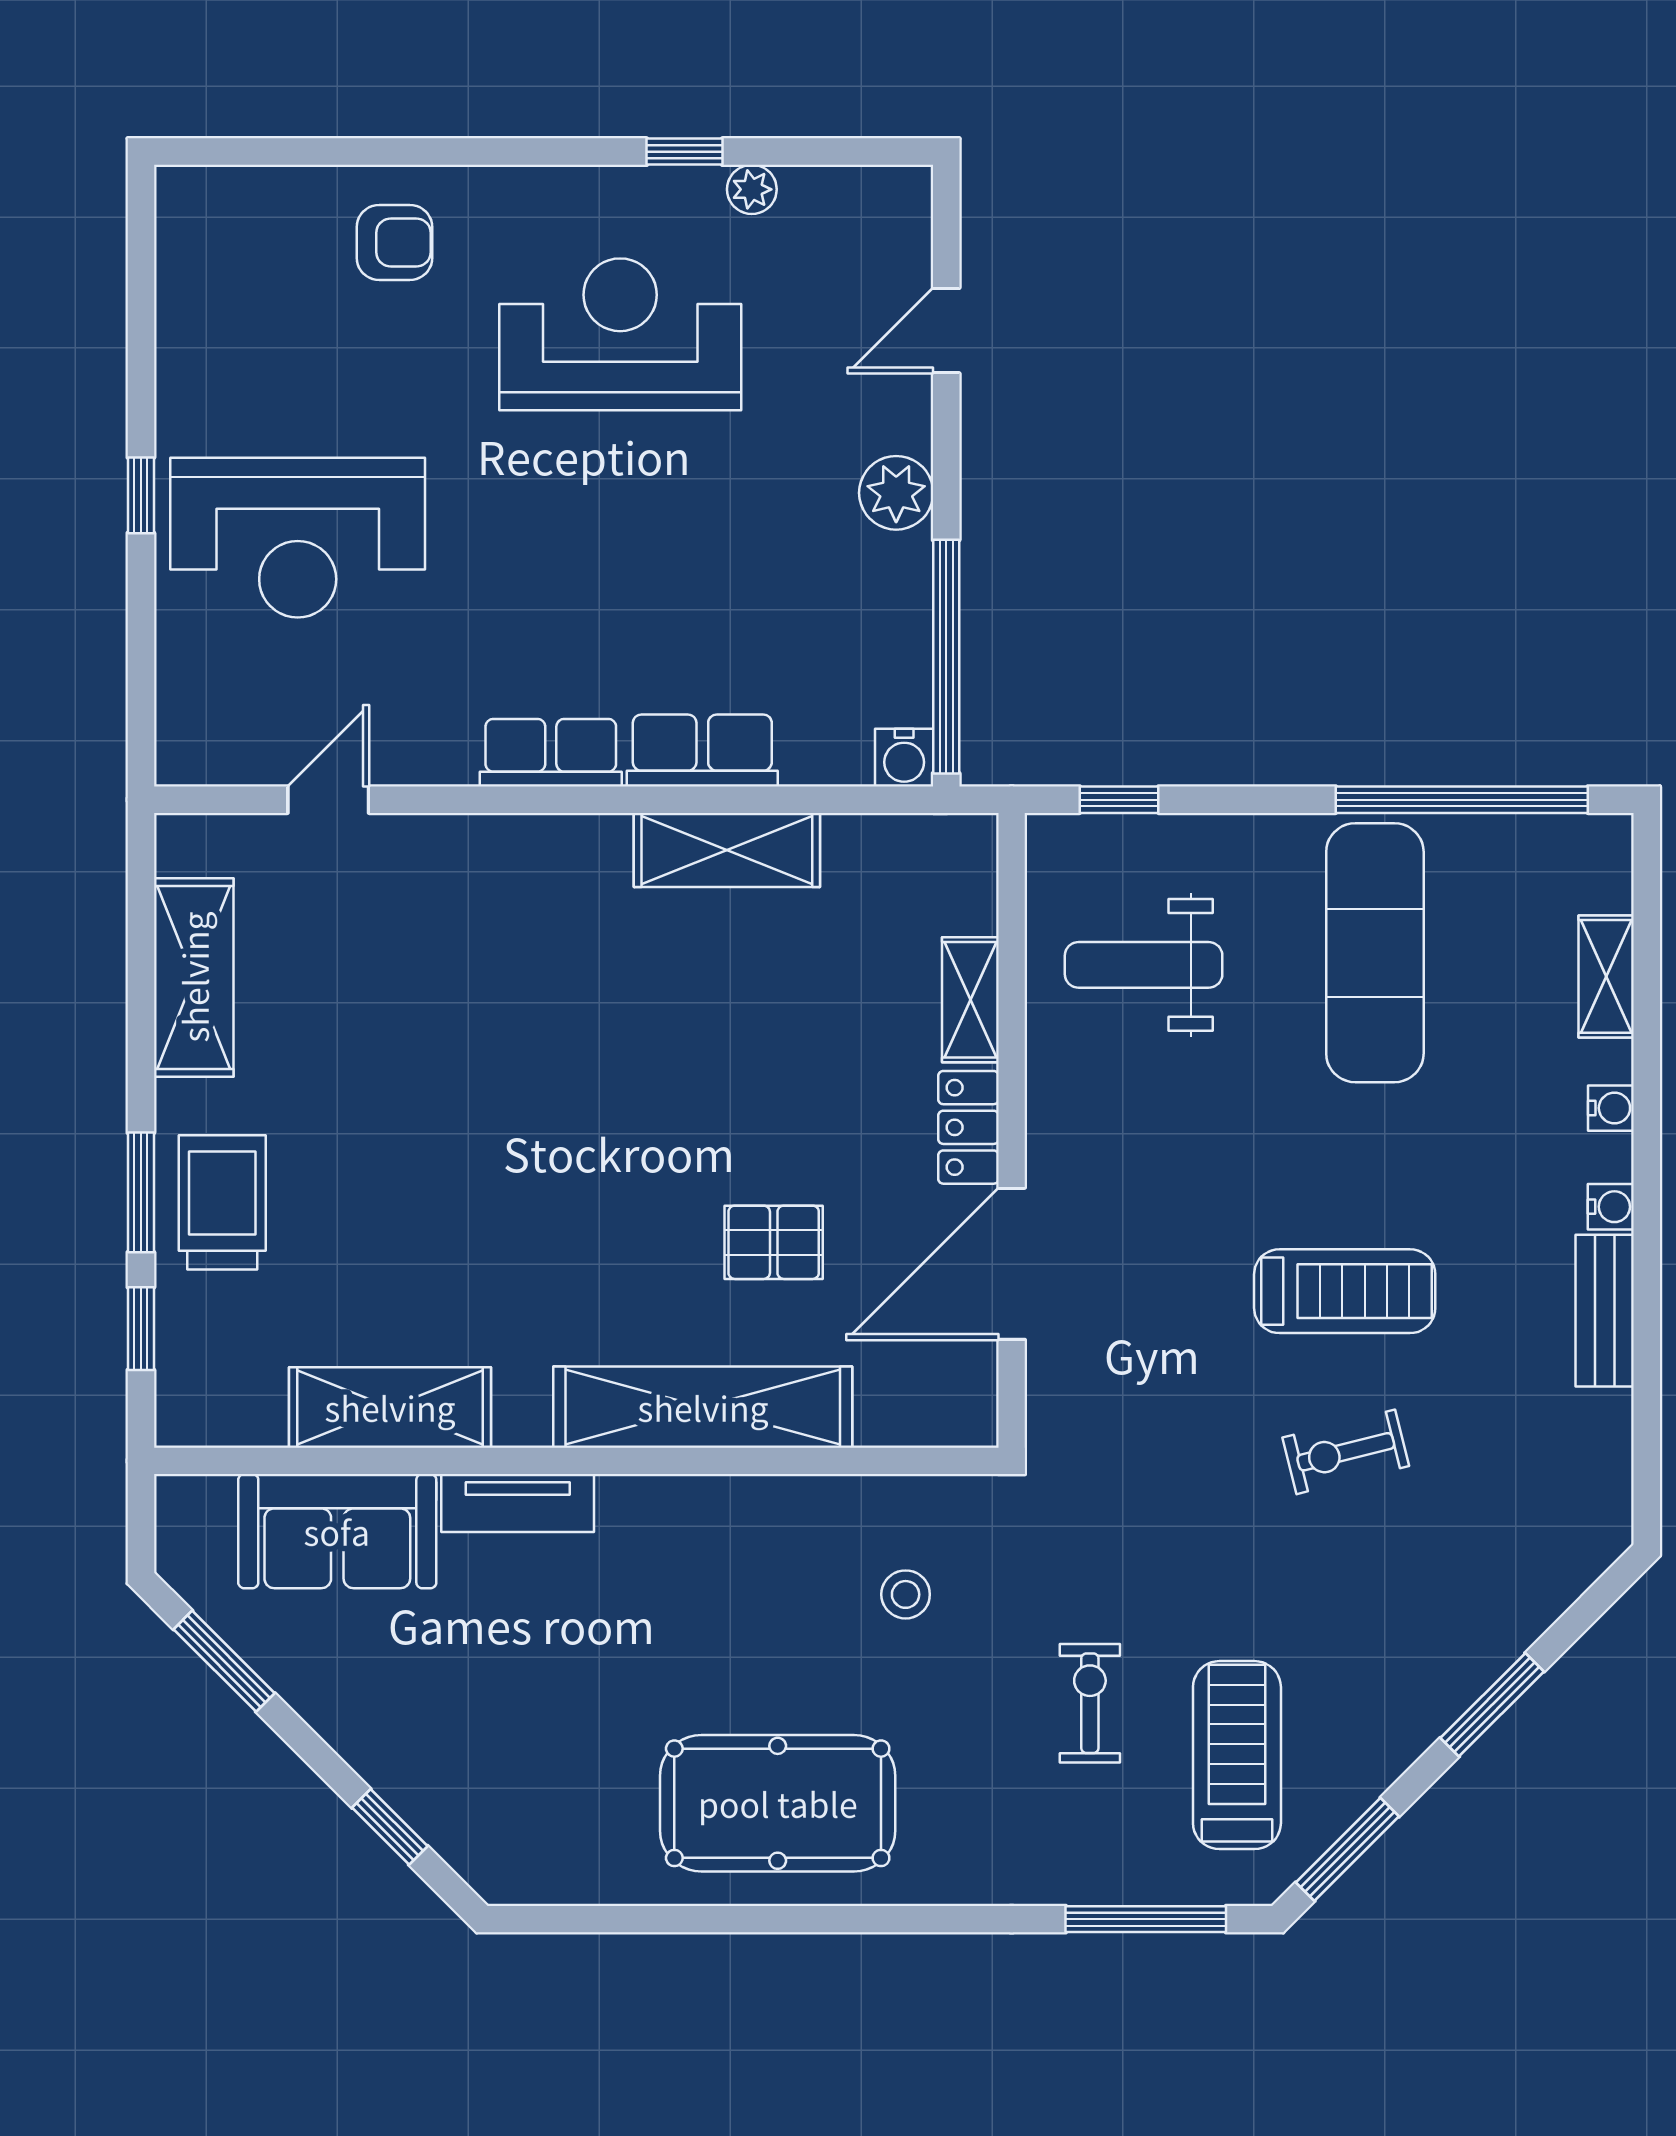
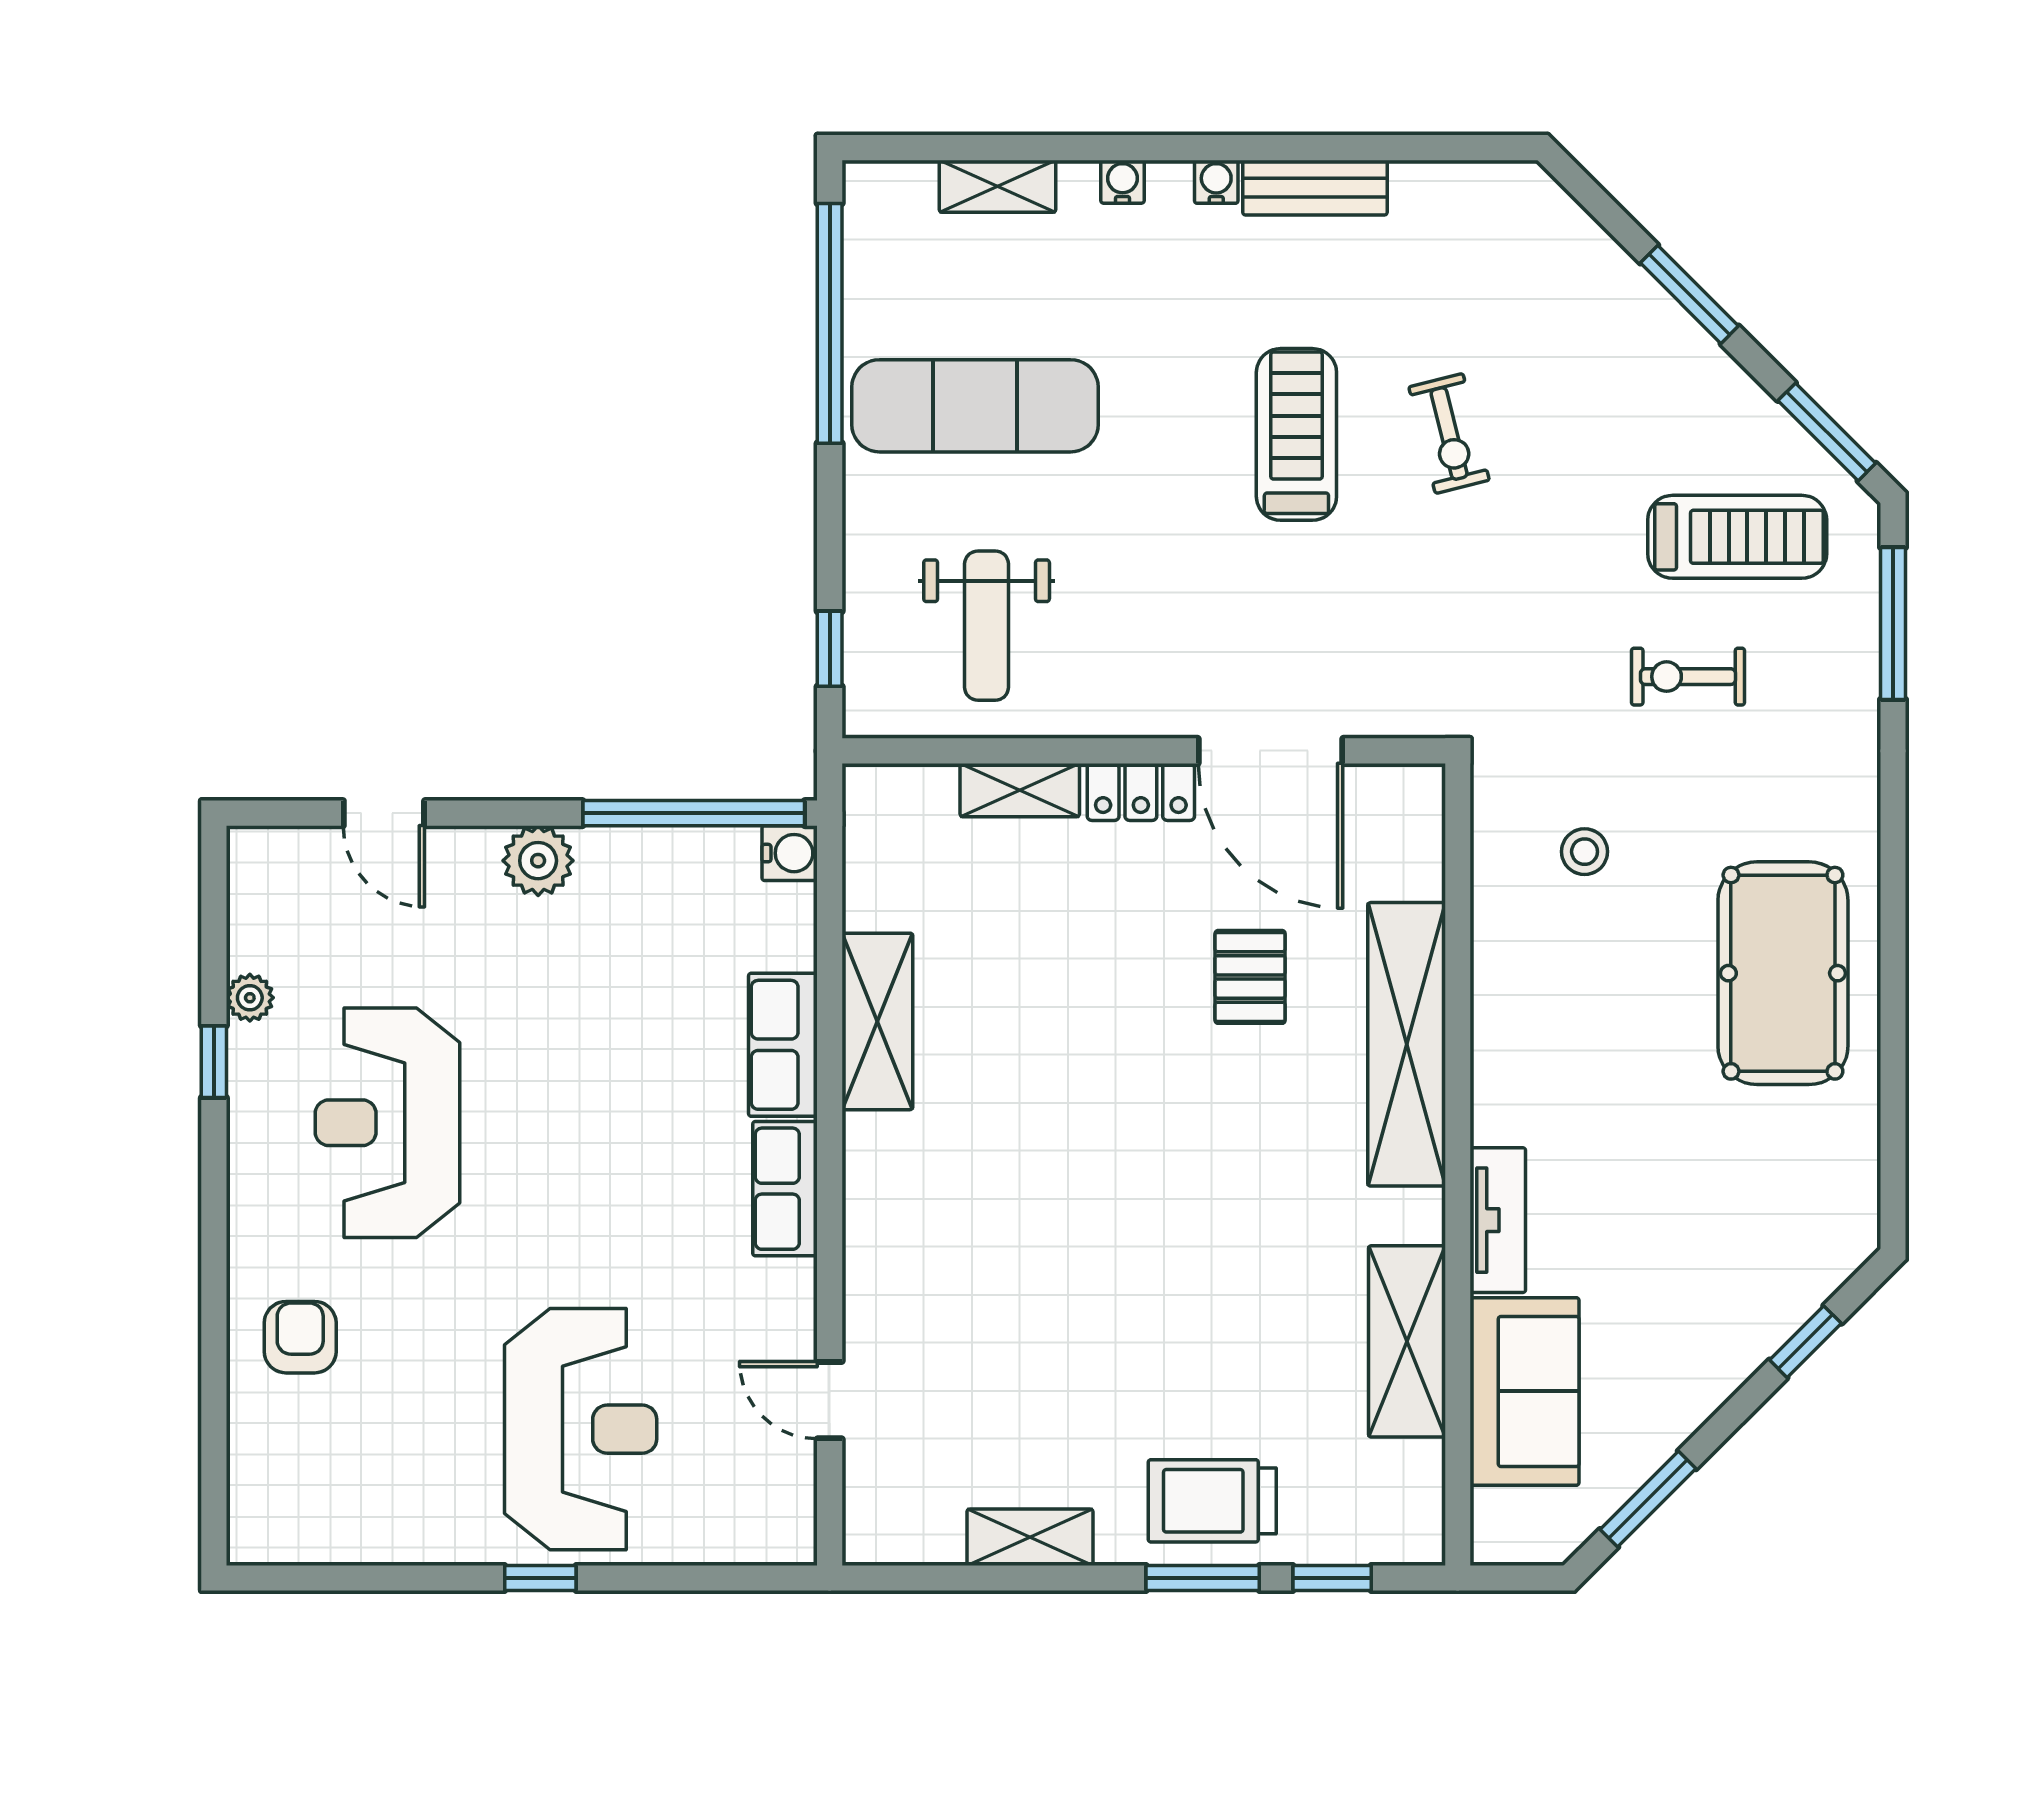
shelving: (194, 977) -> (1030, 1537), width x0.67, depth x0.75
treadmill: (1237, 1755) -> (1737, 537), turned 180

